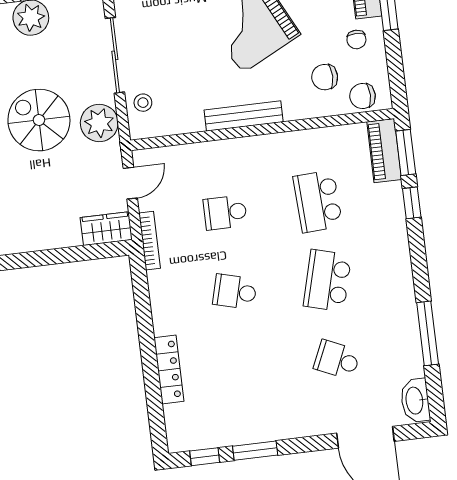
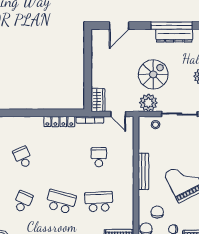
school desk: (235, 292) -> (23, 157), moved, turned -39
locker: (169, 369) -> (59, 122), moved

